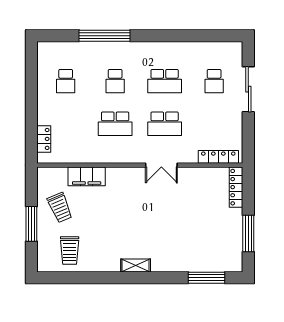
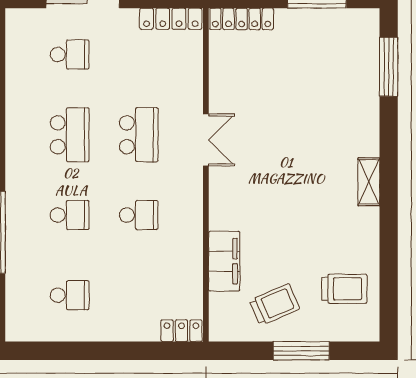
school desk: (115, 124) -> (139, 215), width x0.54
locker: (44, 139) -> (182, 331), moved
locker: (218, 157) -> (171, 19), moved, turned -90

